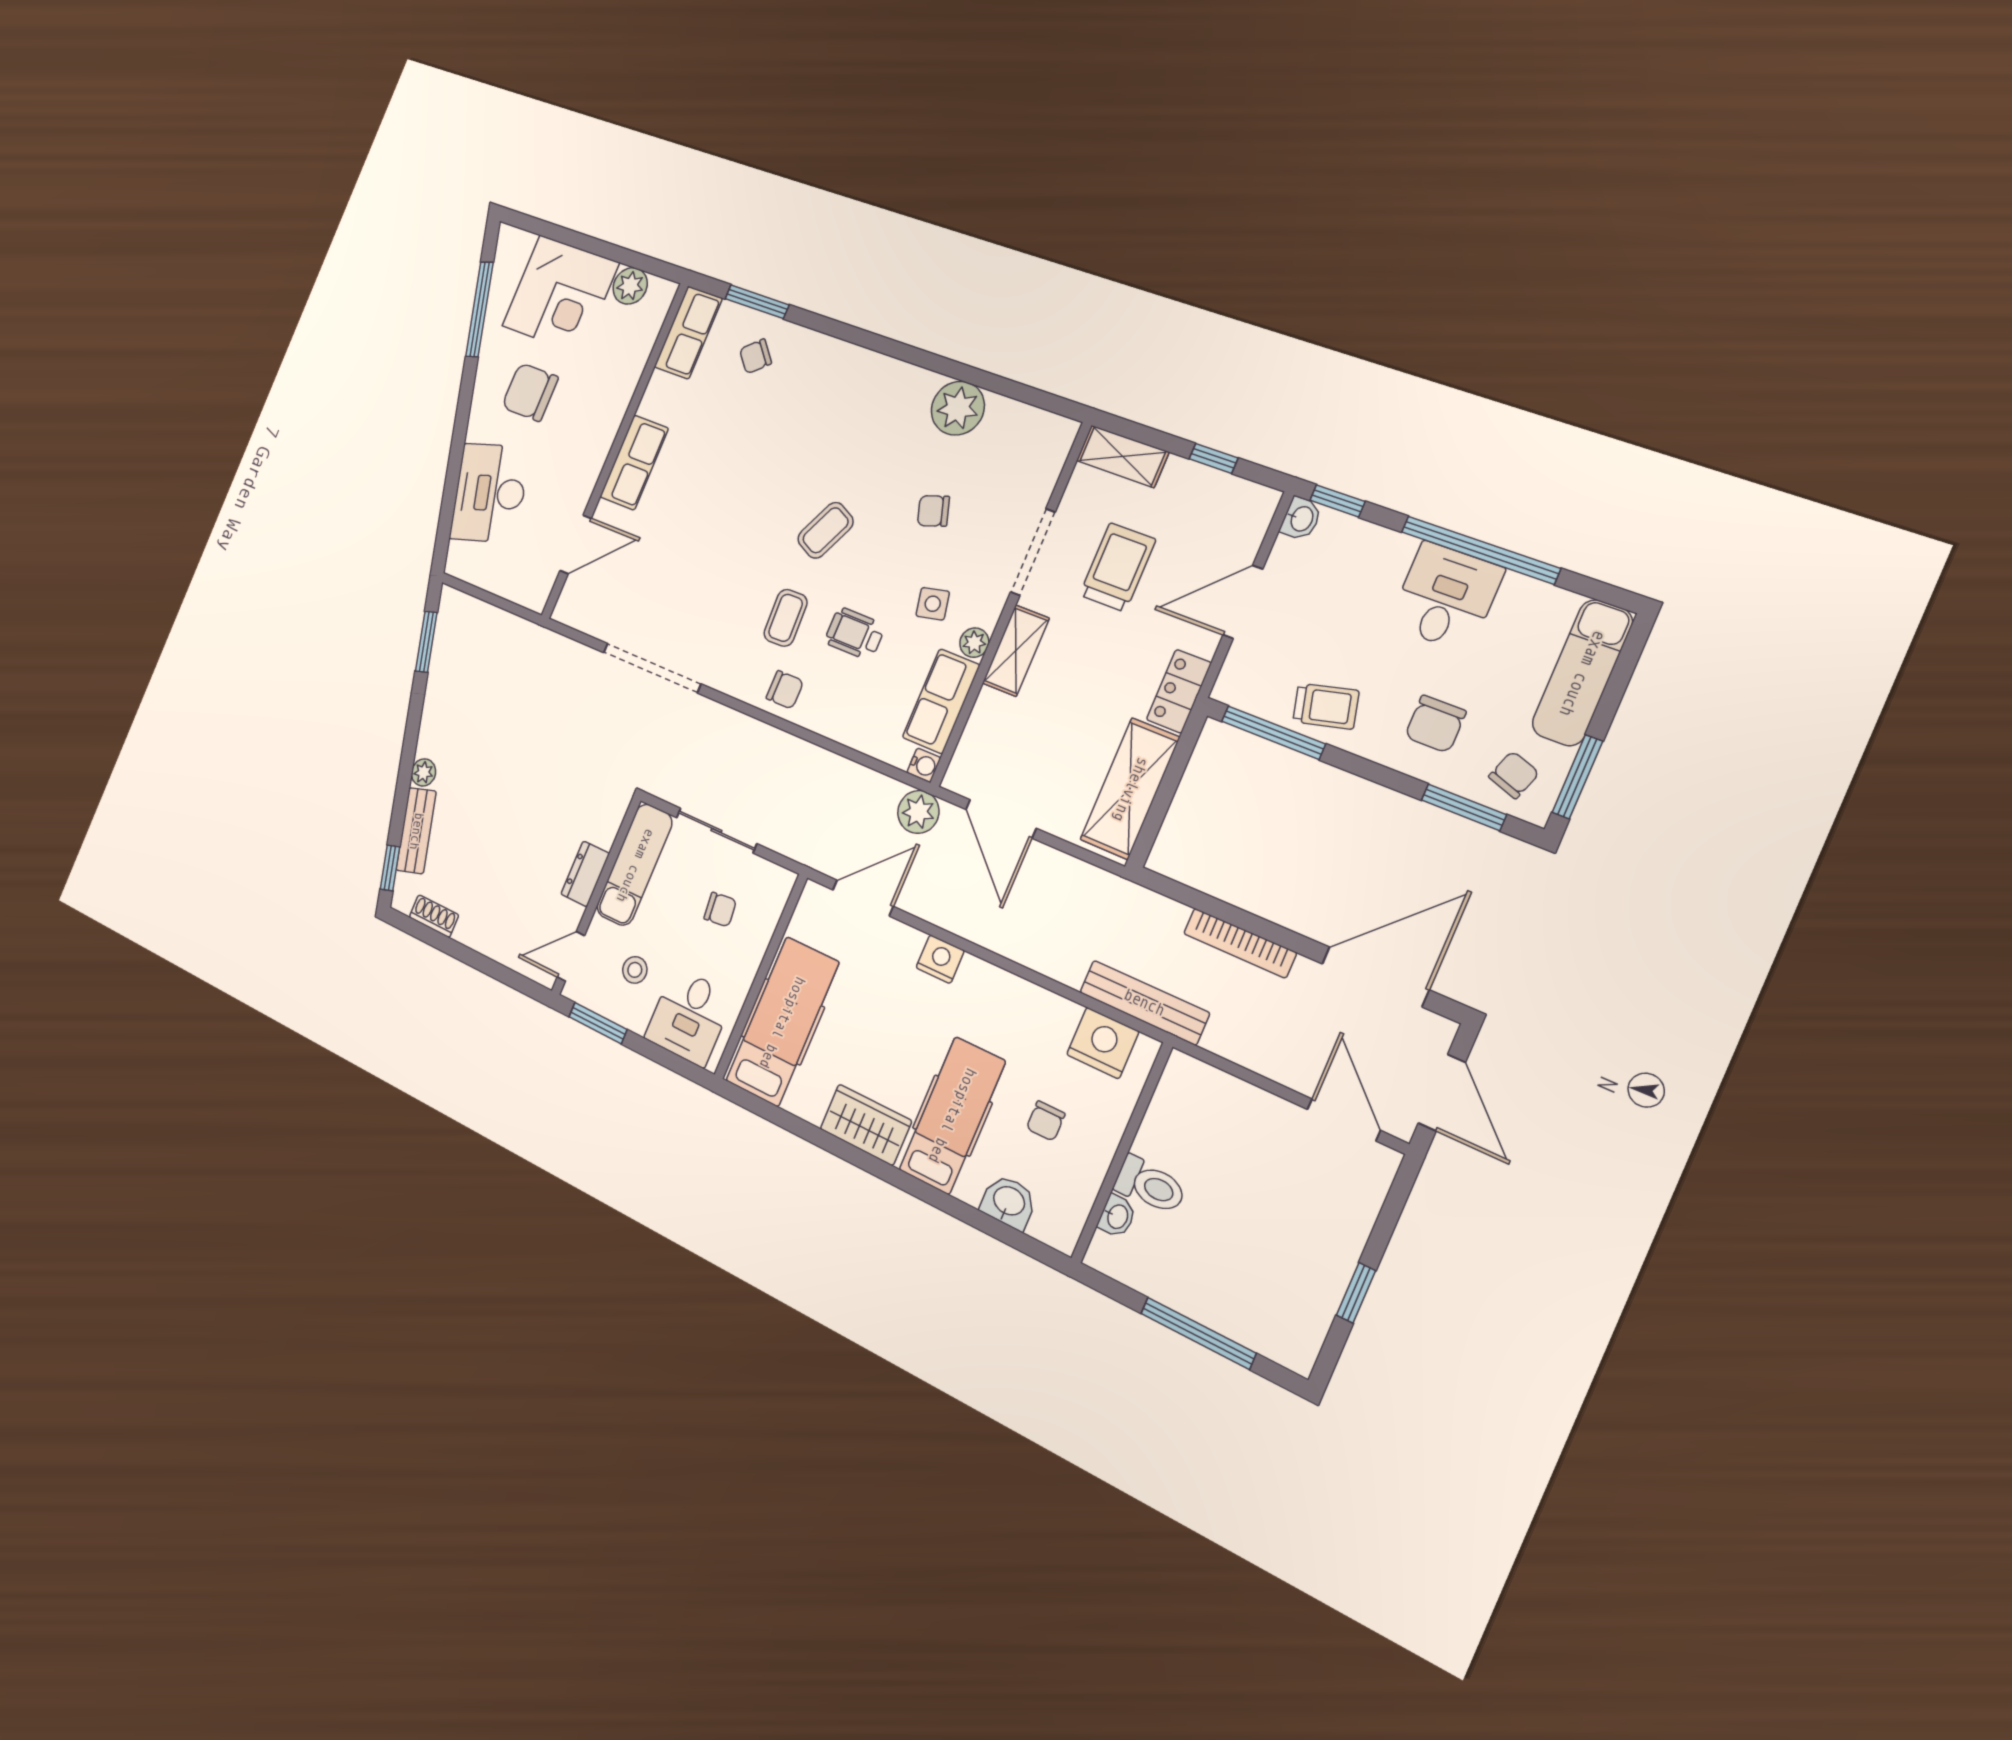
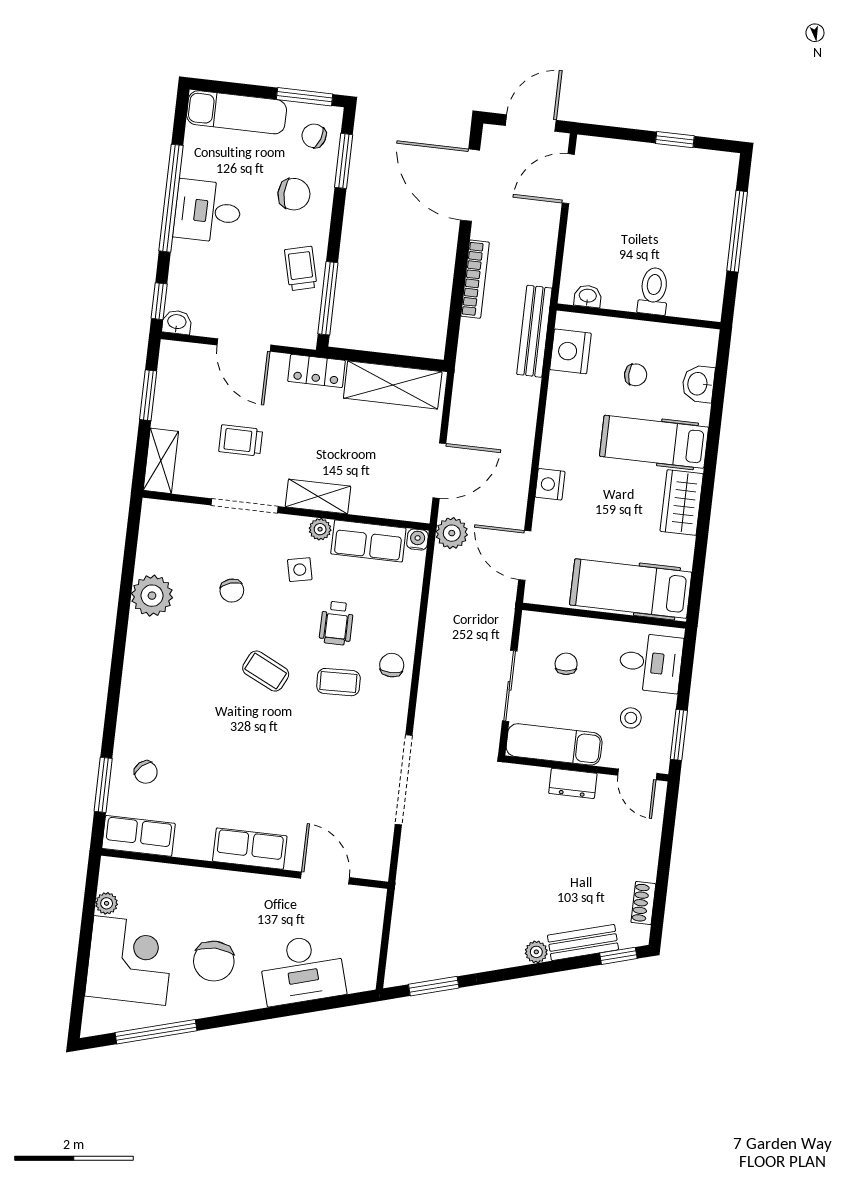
plant: (630, 286) -> (107, 903), width x0.73, depth x0.73
window: (1213, 458) -> (148, 395), width x1.50
trolley: (1118, 567) -> (241, 440), width x0.73, depth x0.72
washbasin: (1117, 1216) -> (588, 296), moved

